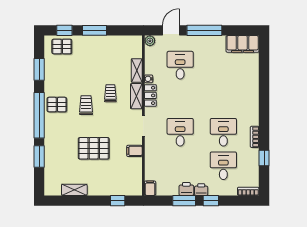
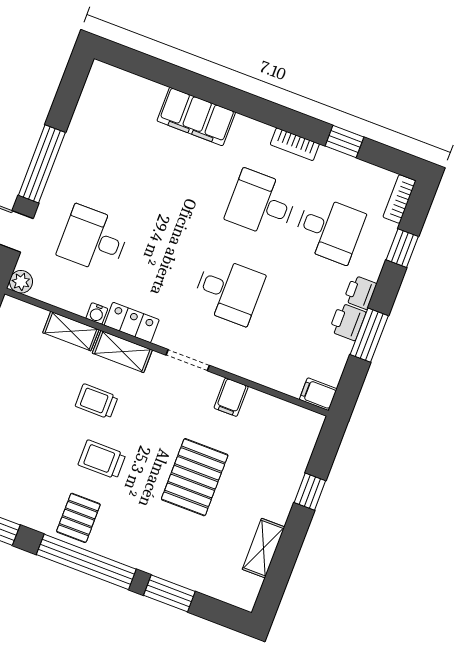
filing cabinet: (243, 44) -> (196, 117), moved, turned 90
desk: (180, 132) -> (229, 291), turned 180
desk: (223, 166) -> (329, 229), turned 180
window: (118, 201) -> (310, 492), moved
window: (211, 201) -> (402, 248), moved

